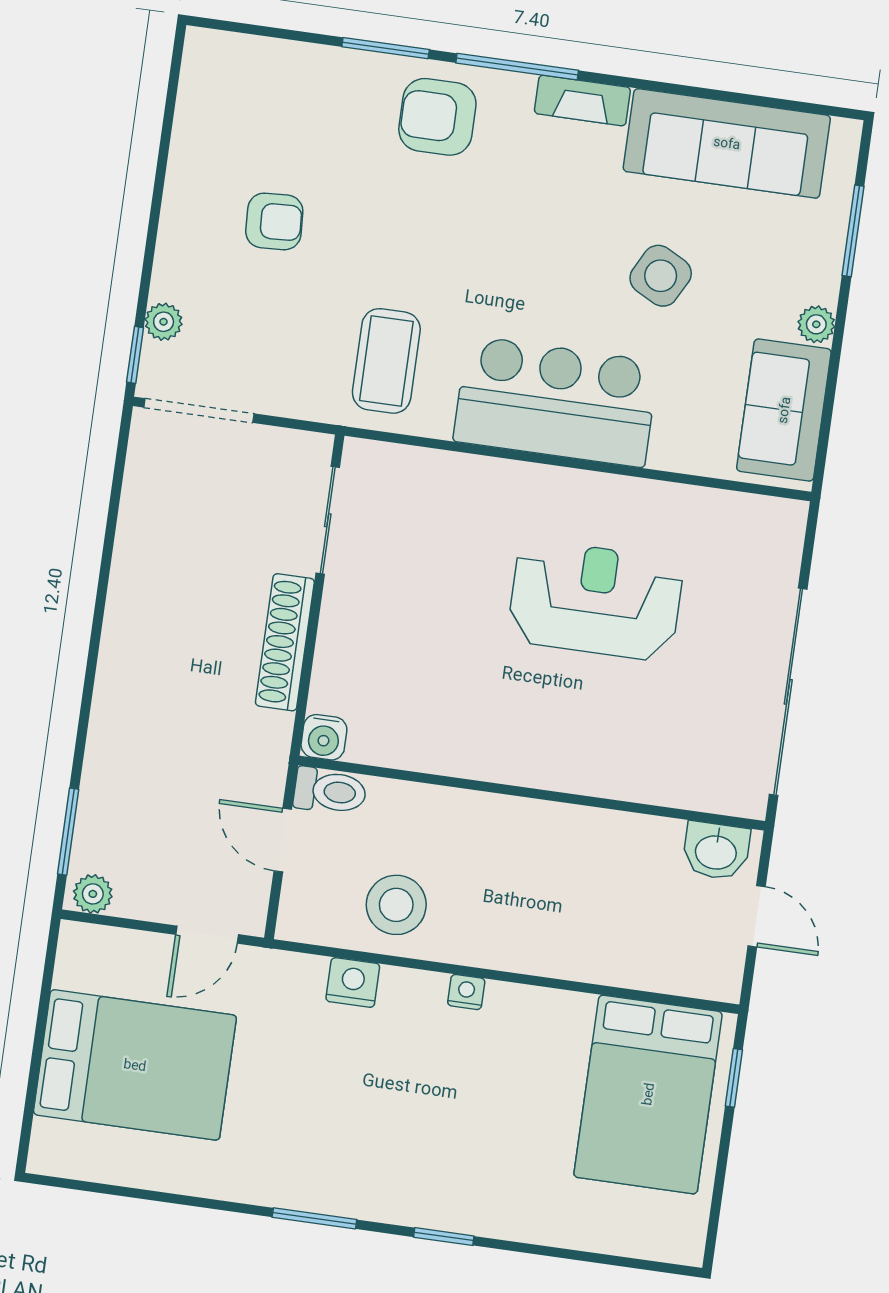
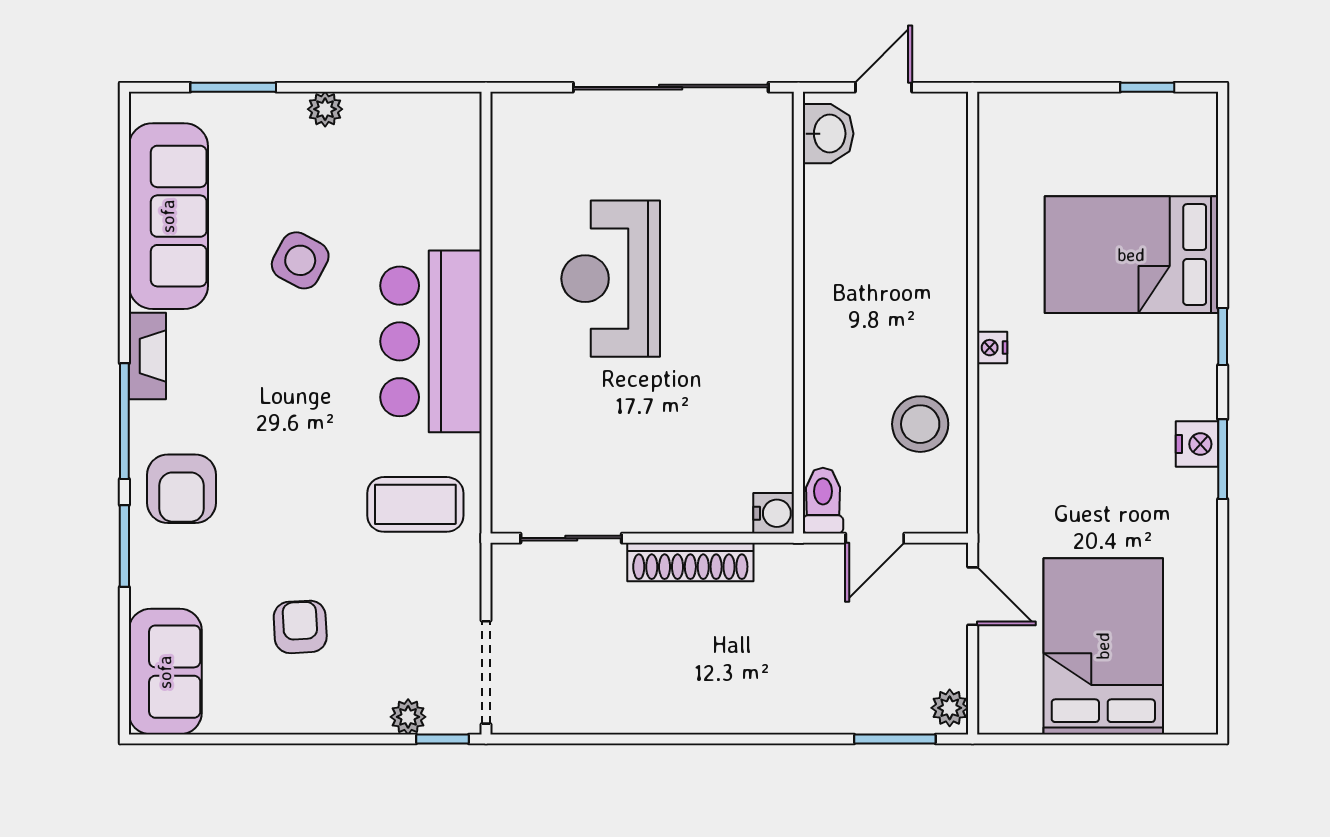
sofa: (784, 410) -> (165, 672), moved, turned -90
nightstand: (353, 982) -> (1197, 444), moved, turned 180
window: (734, 1078) -> (1147, 87), moved
bed: (648, 1094) -> (1131, 255), moved, turned 180

